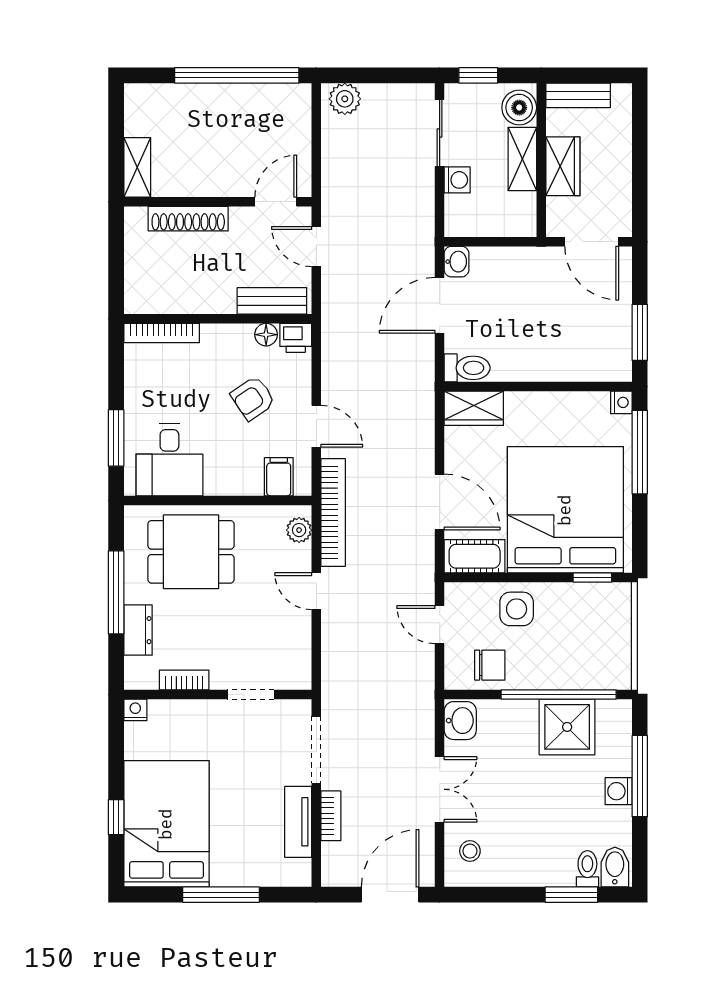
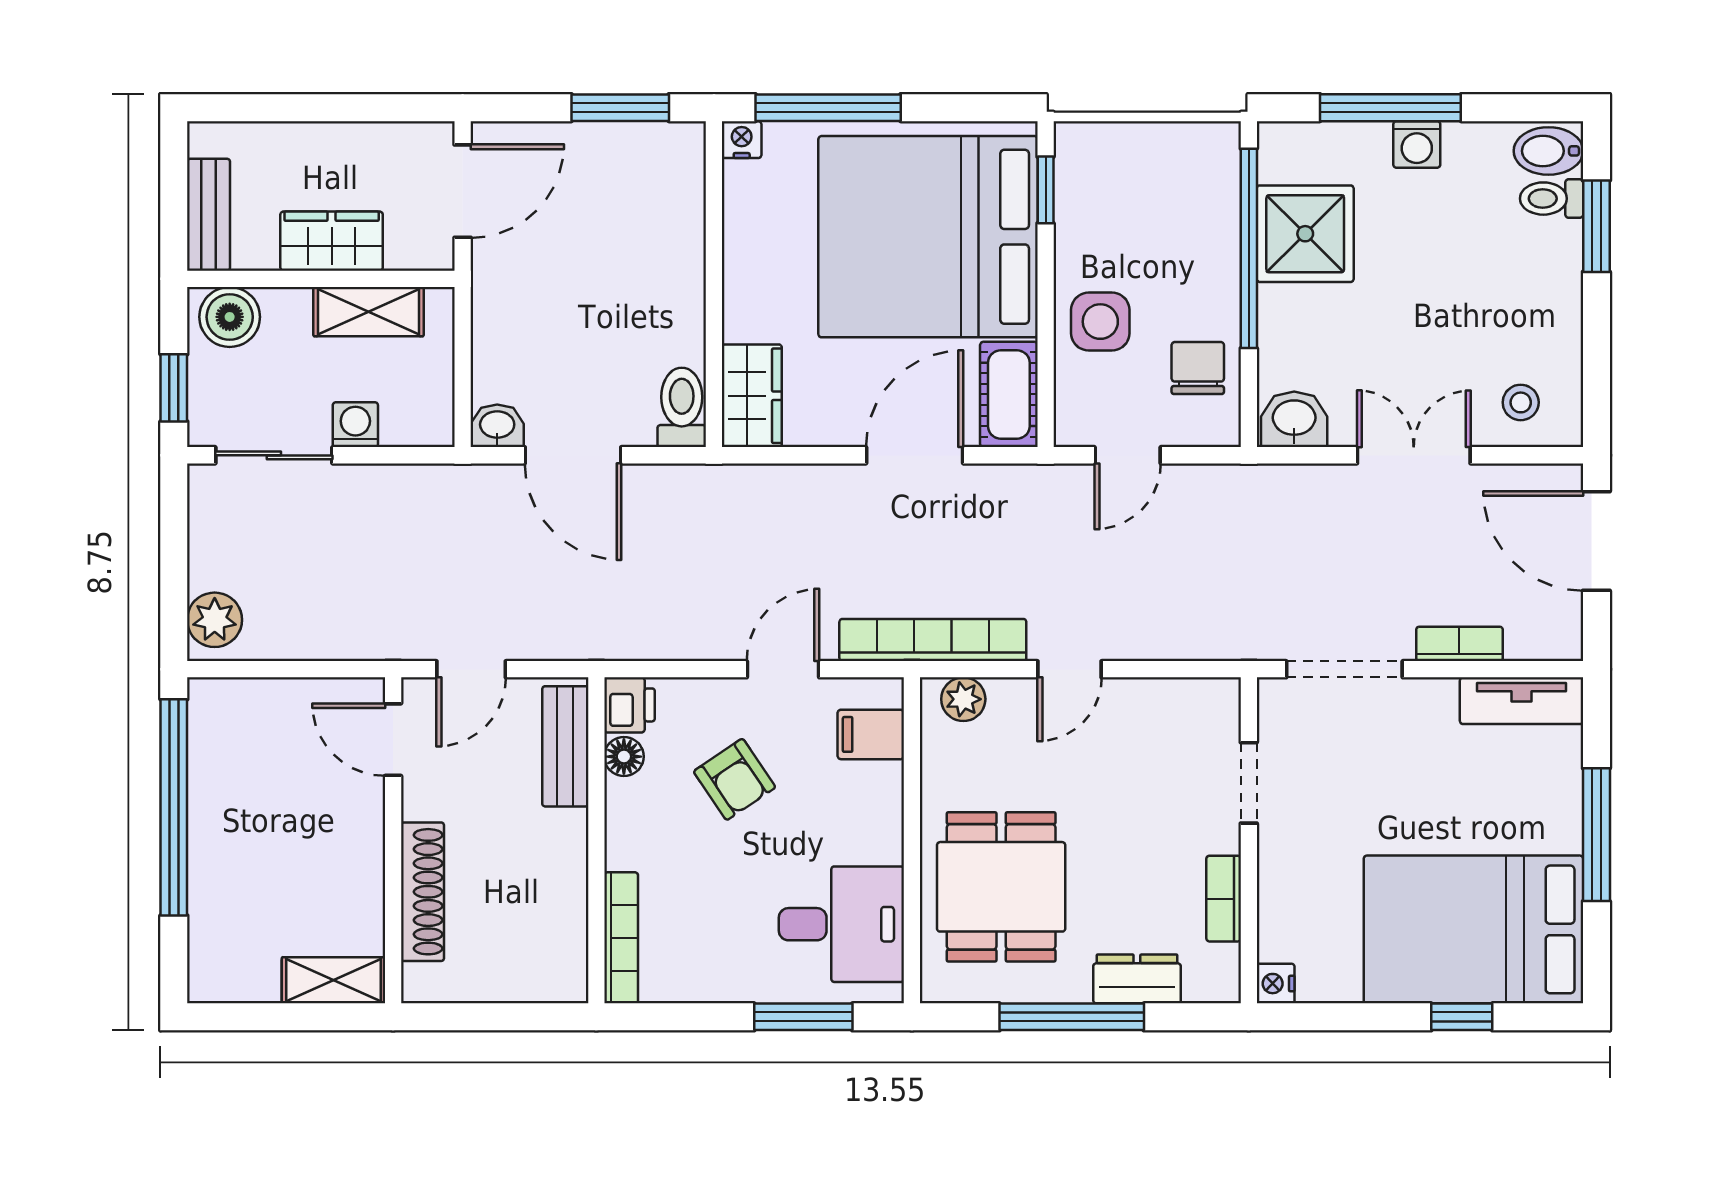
shelving: (522, 159) -> (369, 312), moved
tv unit: (298, 822) -> (1522, 701), moved

